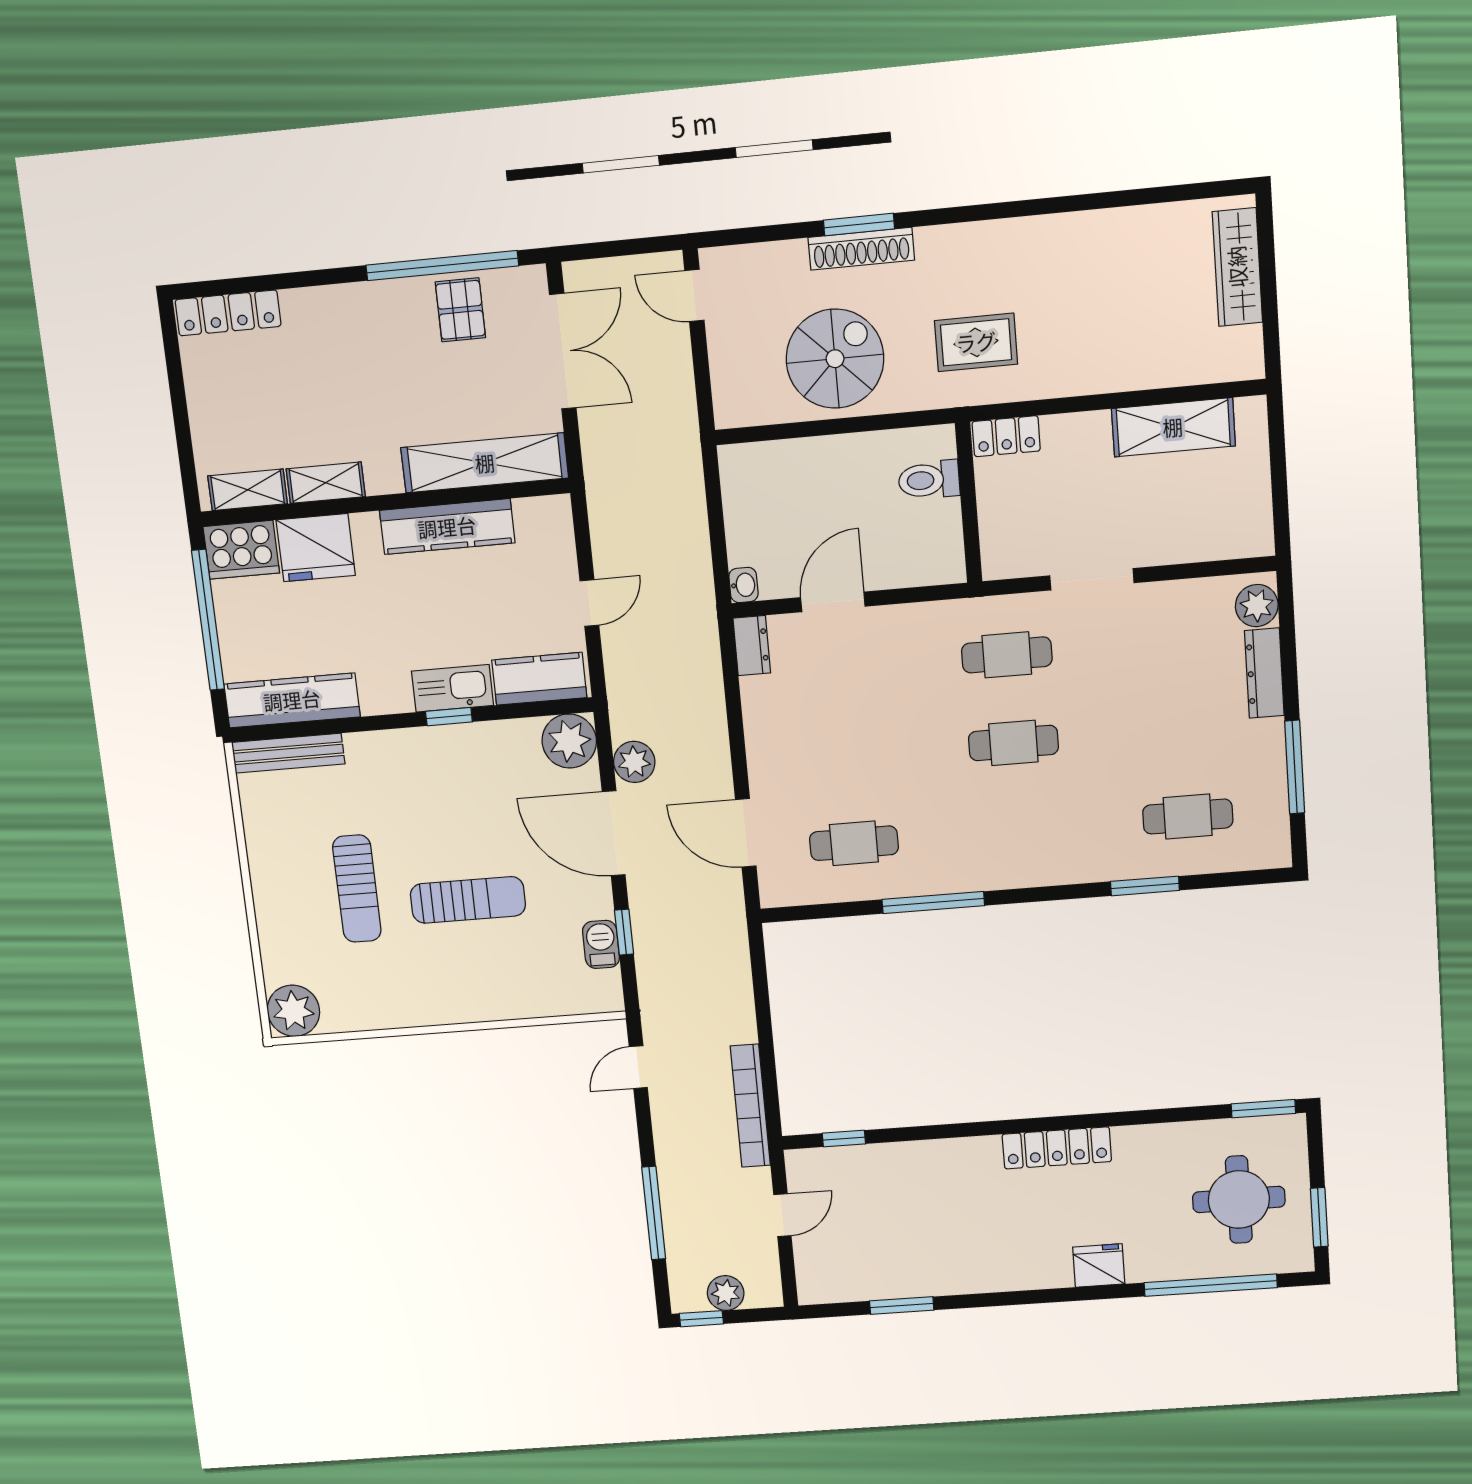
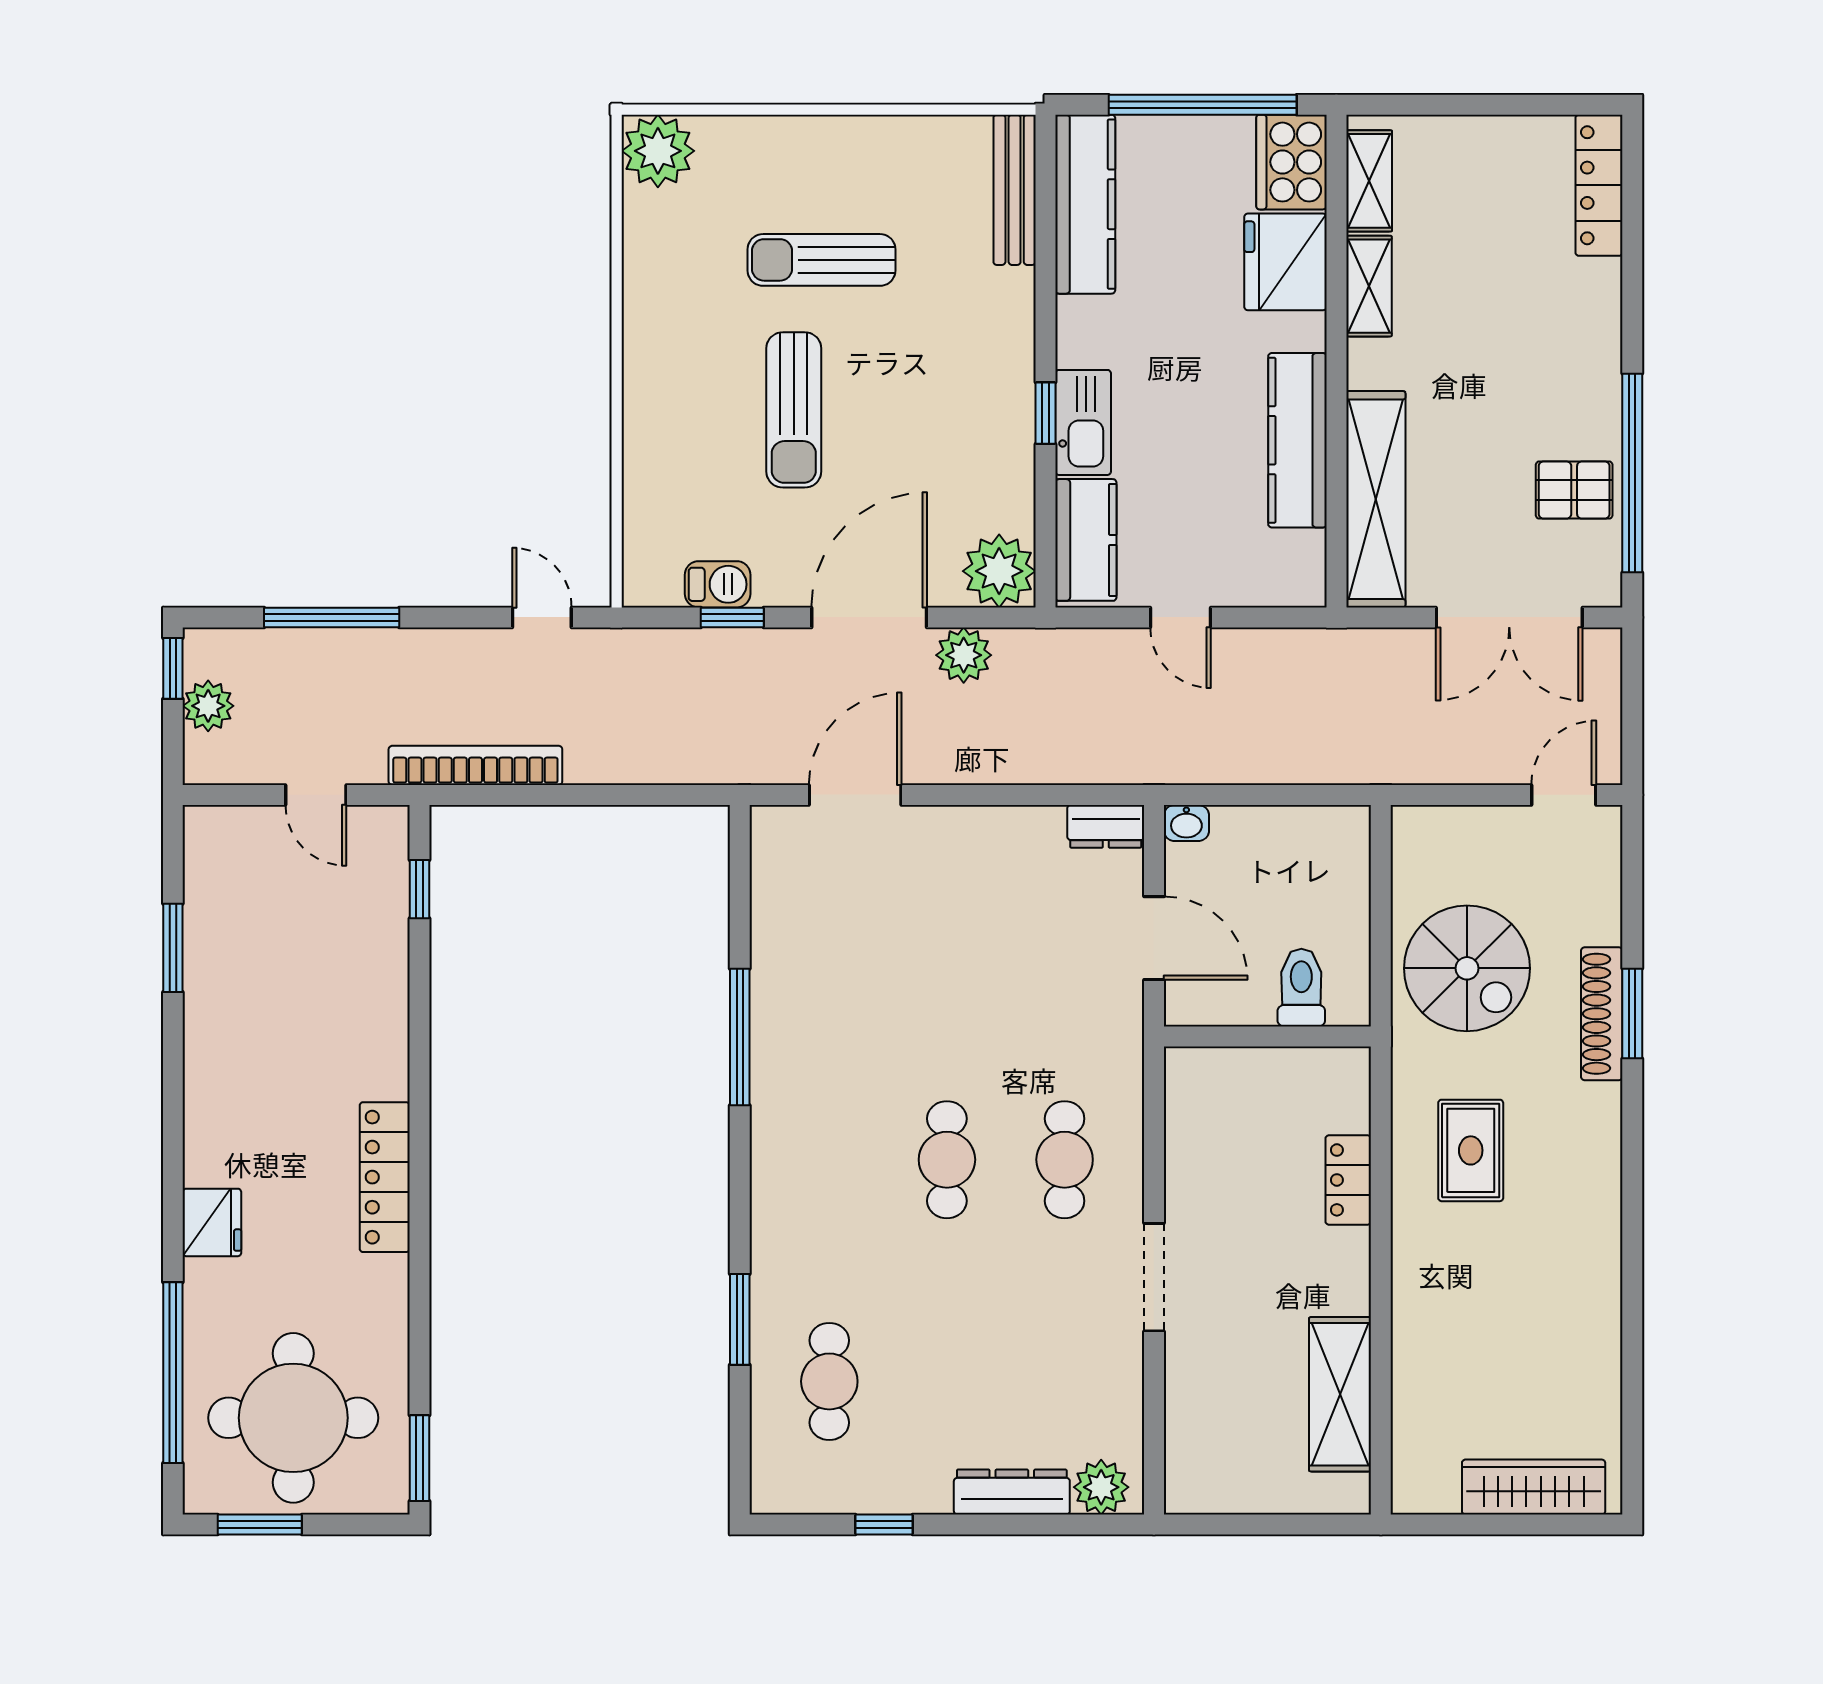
toilet: (929, 480) -> (1301, 988), moved
wall: (969, 503) -> (1267, 1036), moved
window: (1295, 767) -> (884, 1525), width x0.46
cafe table: (854, 843) -> (829, 938), removed
round table: (1239, 1199) -> (293, 1418), width x1.36, depth x1.36

